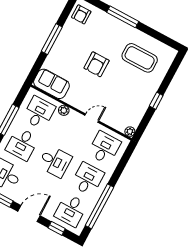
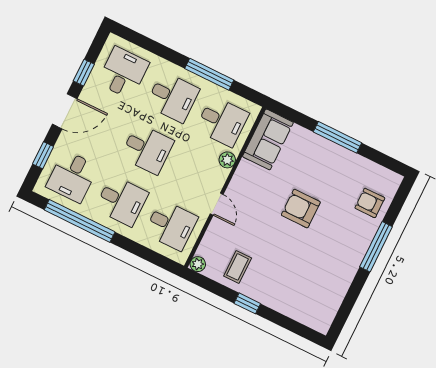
armchair: (81, 14) -> (370, 203), moved
coffee table: (140, 58) -> (238, 267), moved, width x0.54, depth x0.58
desk: (22, 144) -> (173, 97), turned 180
desk: (55, 161) -> (147, 149), turned -90
desk: (71, 210) -> (72, 176), turned -90
door: (29, 213) -> (65, 111), hinge flipped

